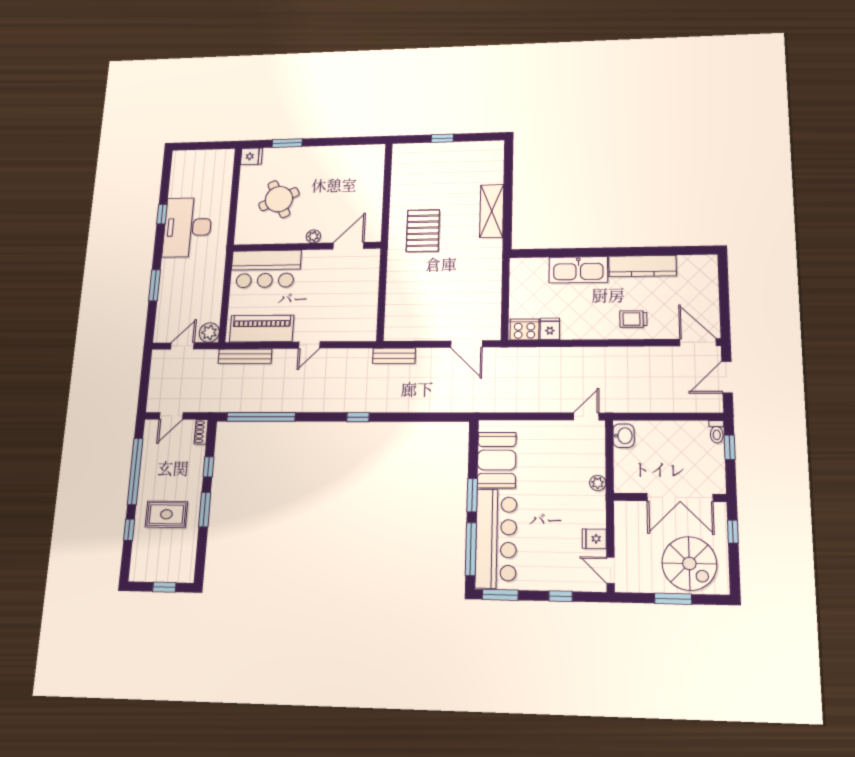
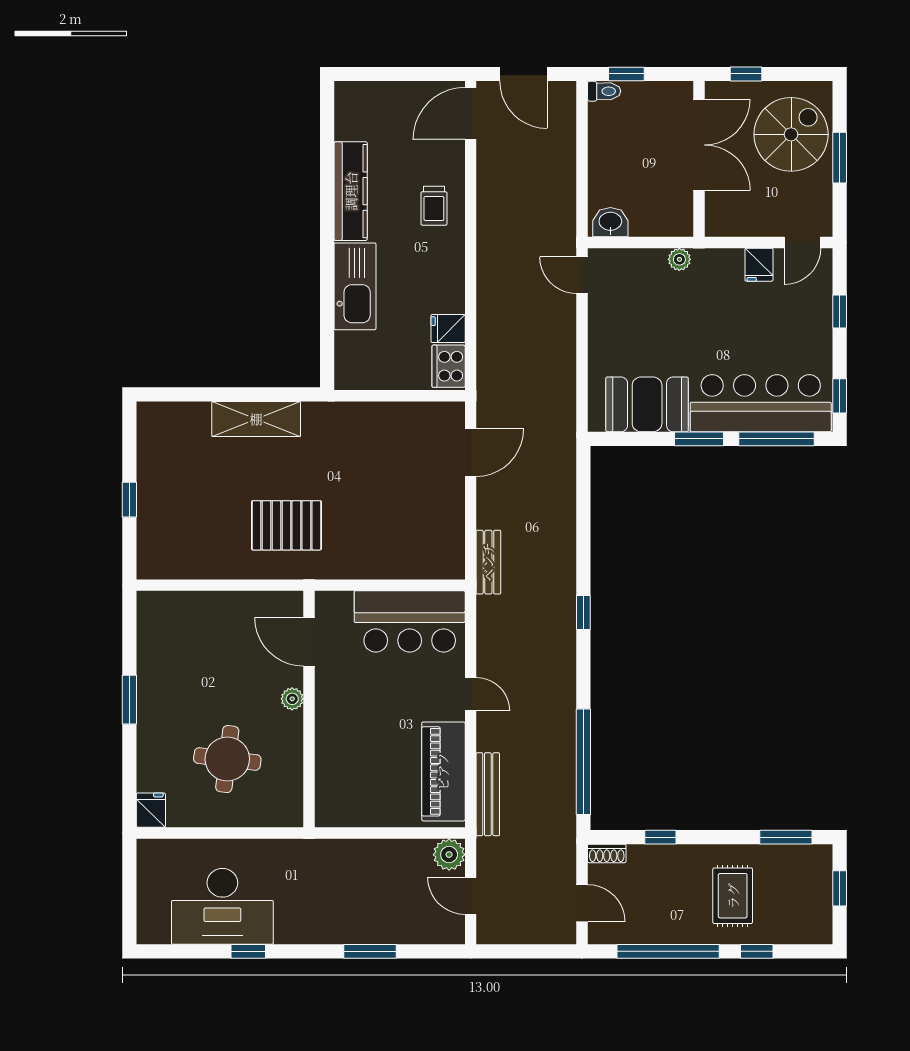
window: (287, 143) -> (129, 700), moved
round table: (279, 199) -> (227, 759), turned 31
desk: (187, 227) -> (222, 906), moved
bar counter: (266, 269) -> (410, 621), moved, turned 90
window: (205, 510) -> (786, 837), moved
window: (500, 595) -> (840, 396), width x0.67

